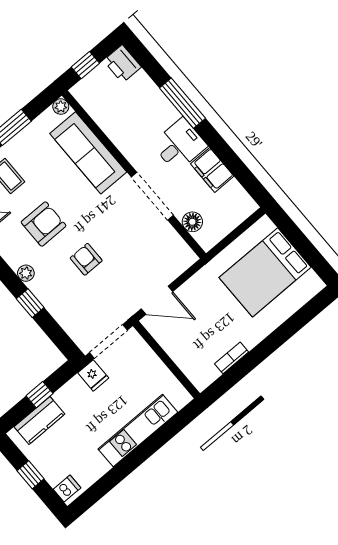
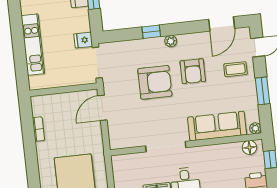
floor lamp: (192, 222) -> (249, 147), moved
armchair: (86, 259) -> (155, 82), width x1.88, depth x1.88

